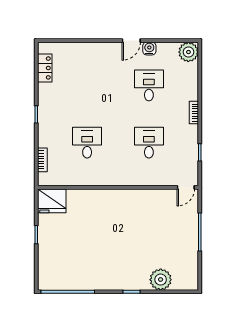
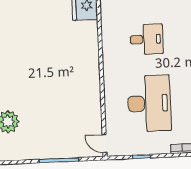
desk: (149, 143) -> (149, 103), width x1.87, depth x1.30

